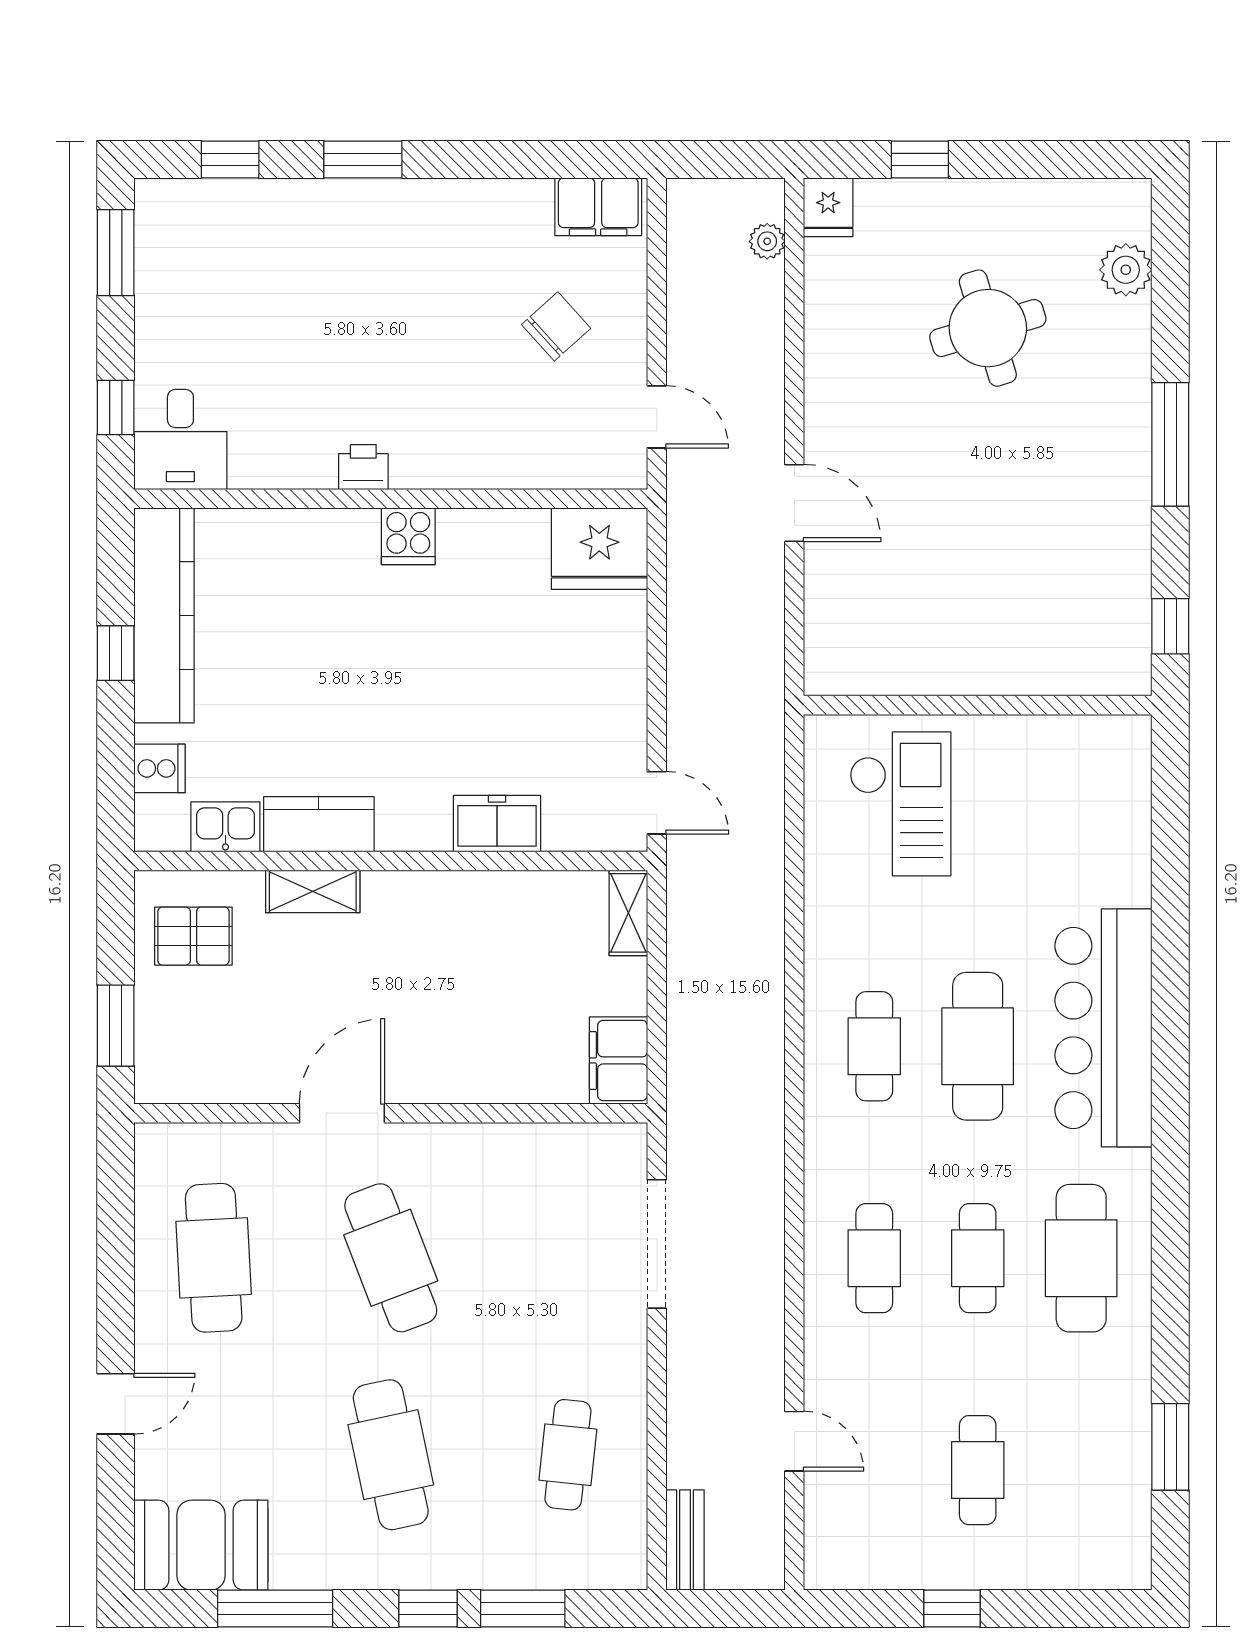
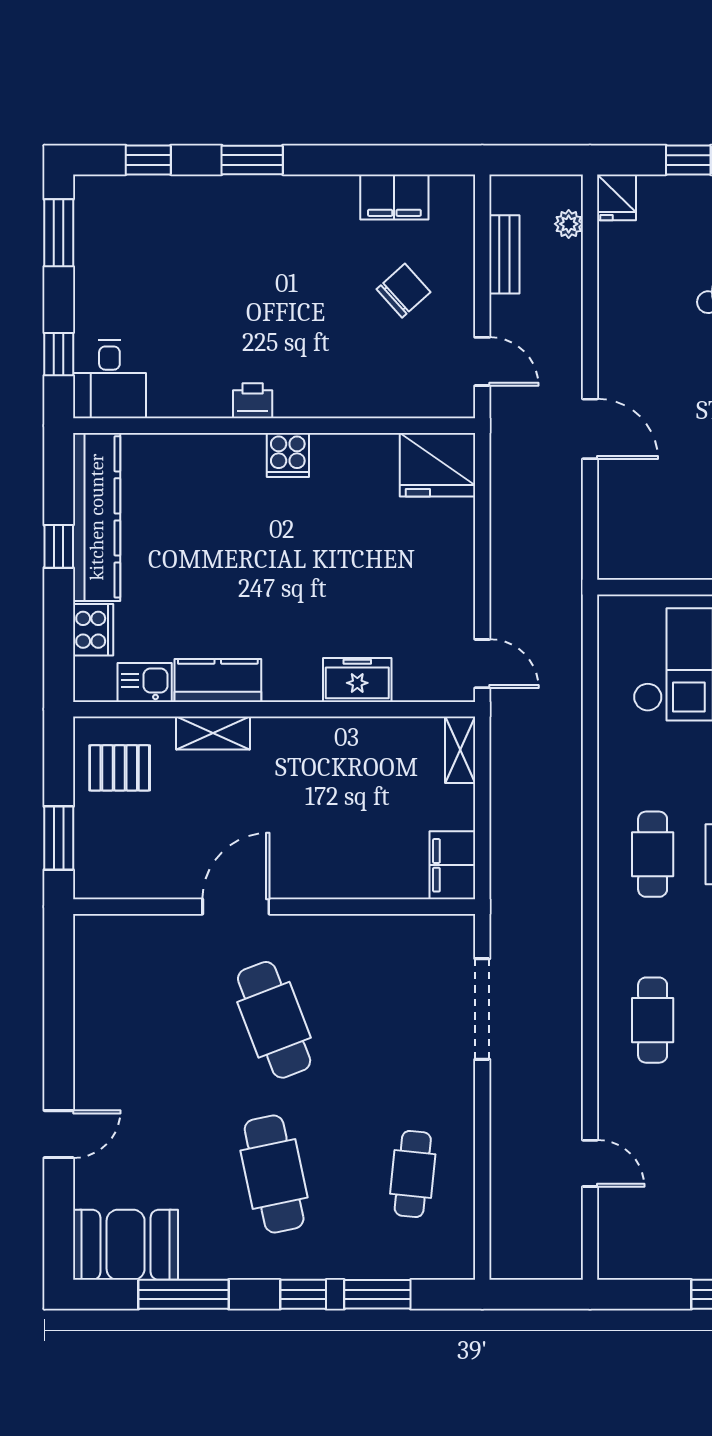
filing cabinet: (598, 207) -> (394, 197), moved
cooker: (160, 768) -> (93, 630), width x1.36
cafe table: (214, 1258) -> (135, 1020), removed
bench: (685, 1540) -> (504, 254), moved

